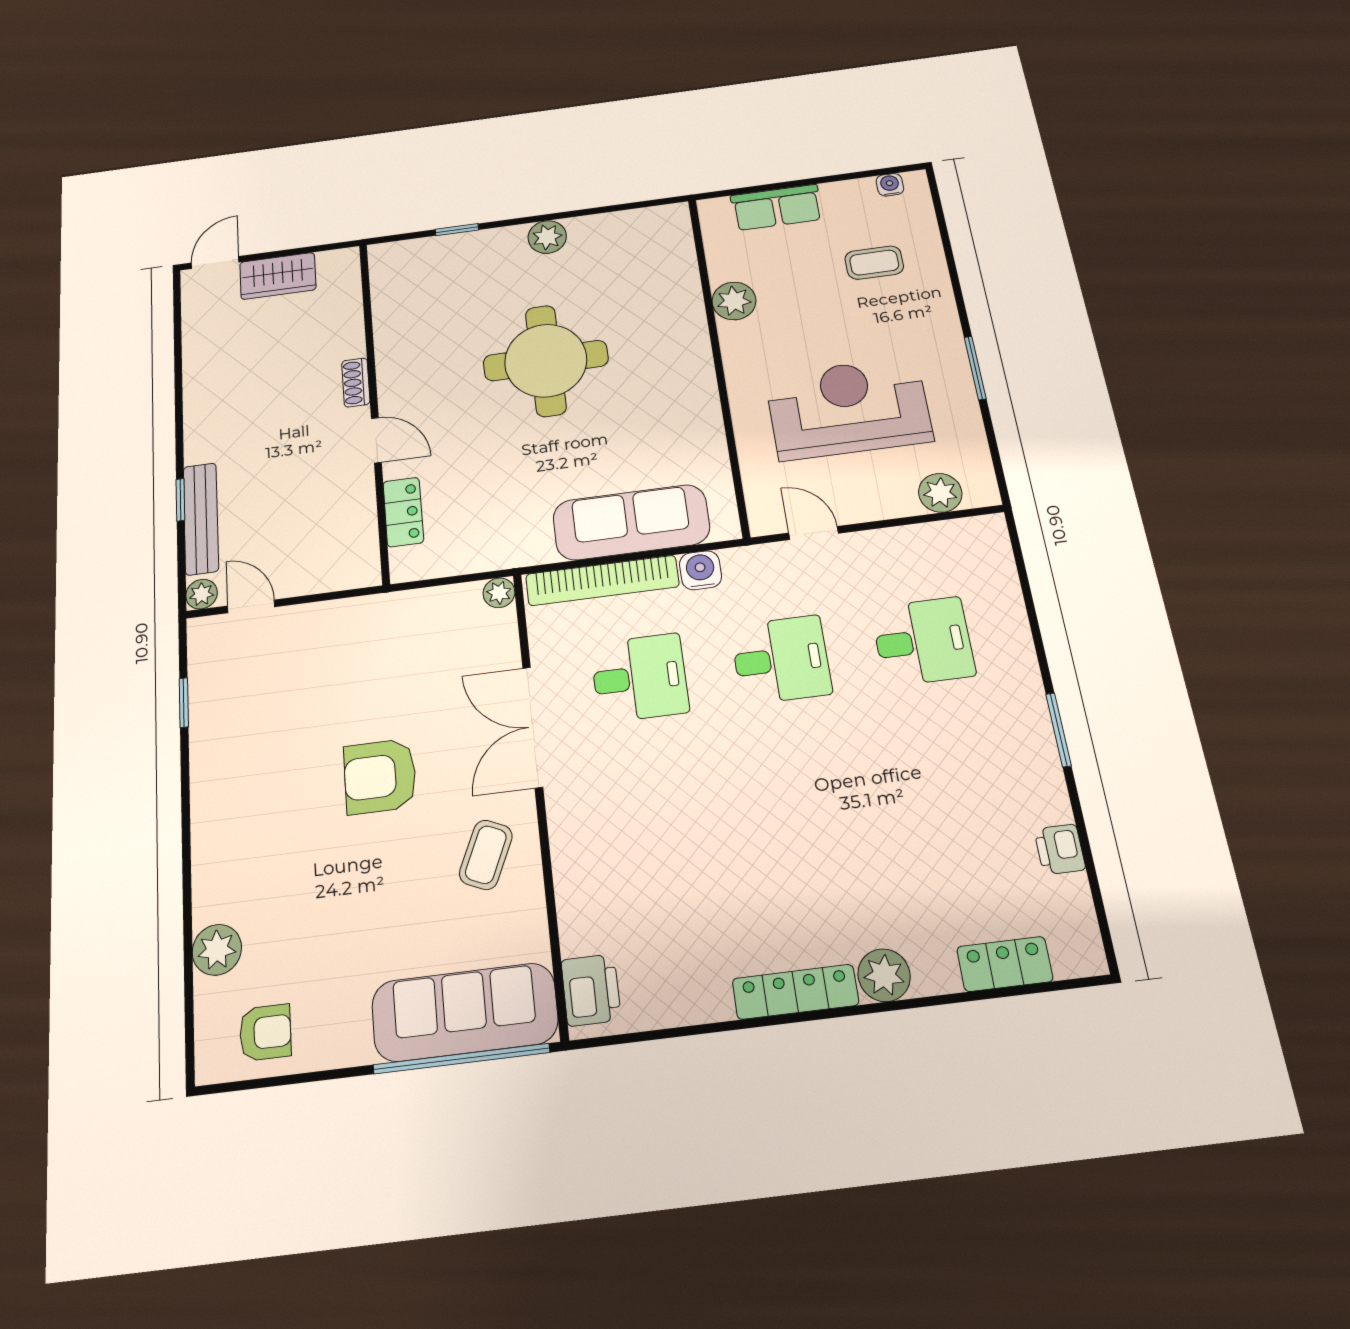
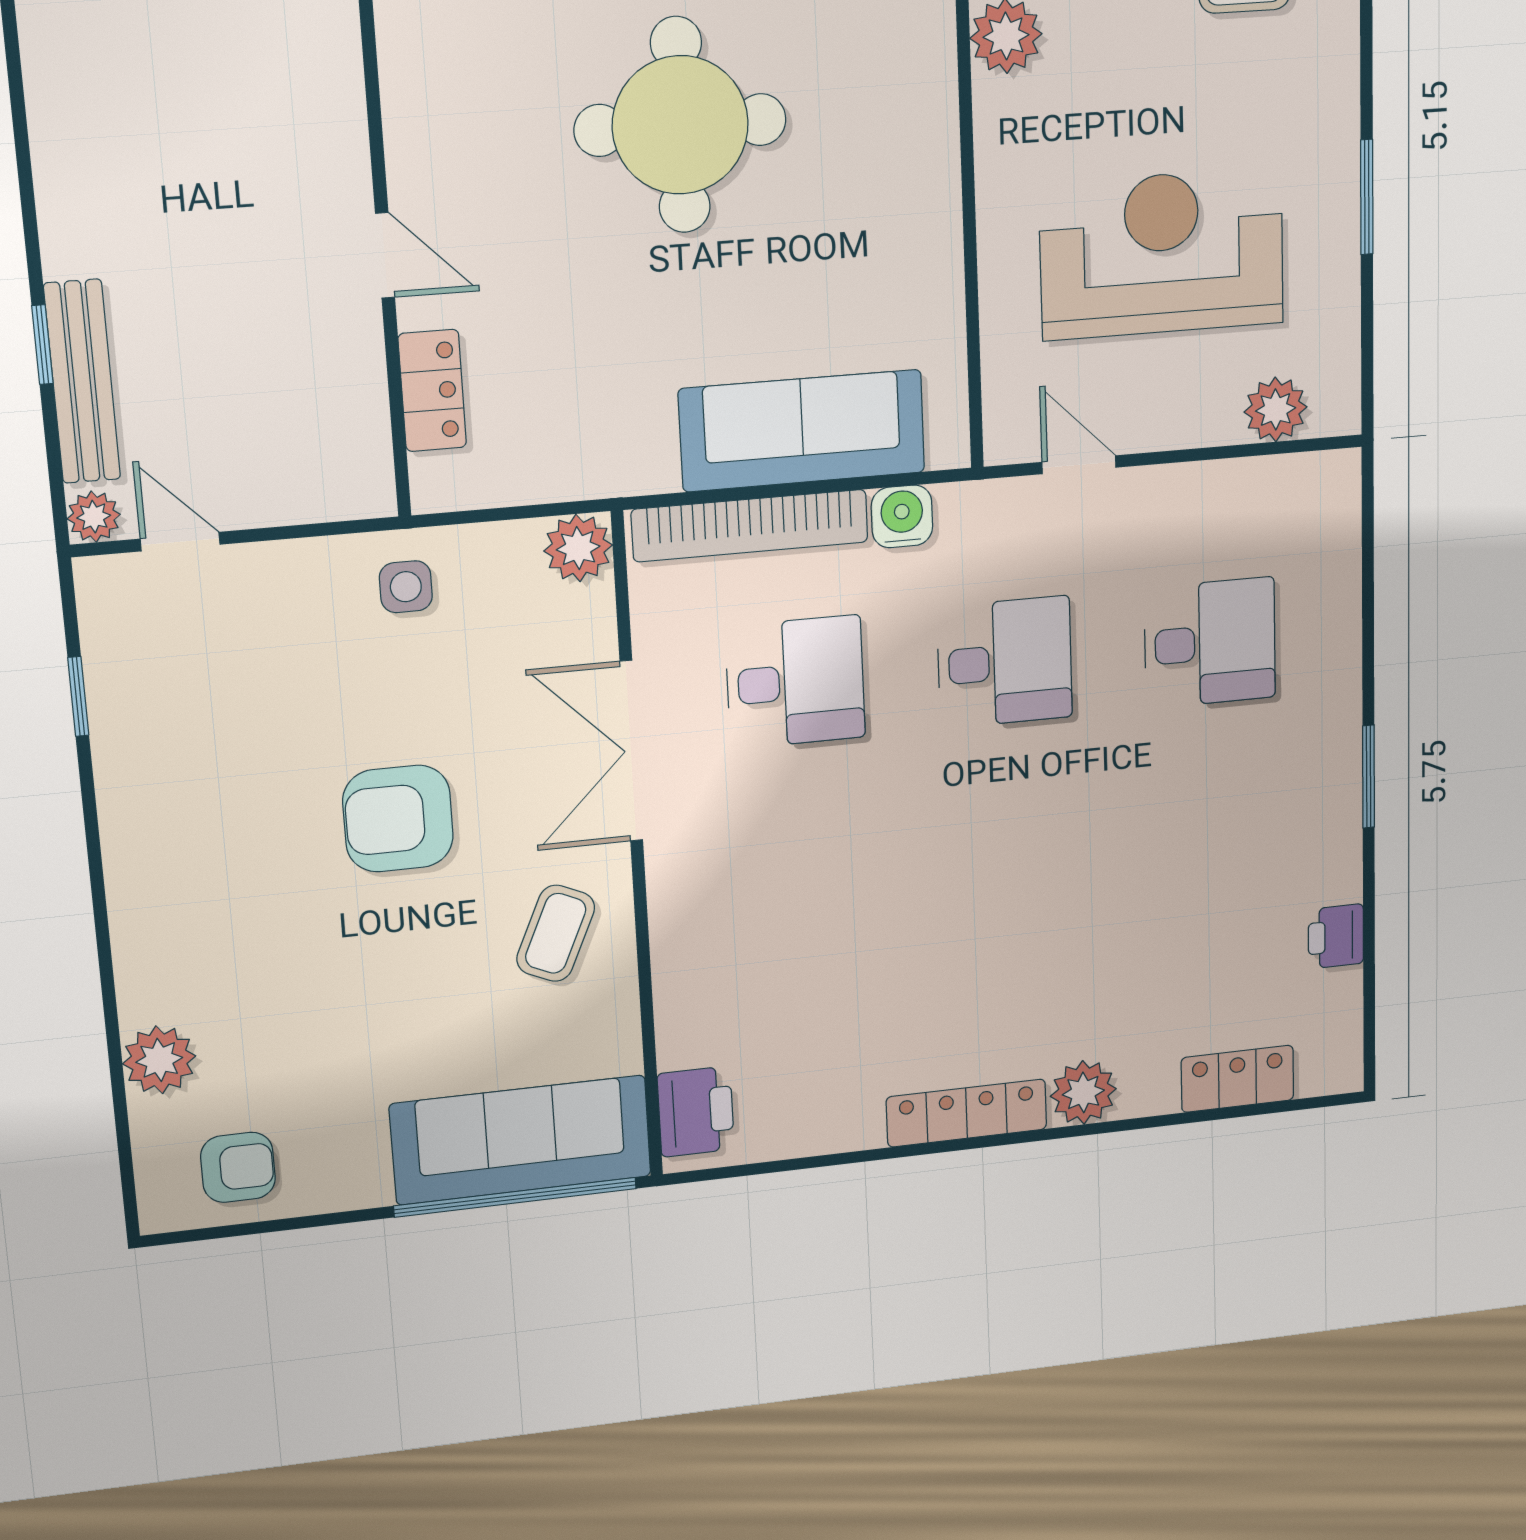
shoe rack: (356, 382) -> (347, 140), removed
plant: (499, 593) -> (578, 548), width x1.38, depth x1.38
side table: (386, 627) -> (406, 587), added

